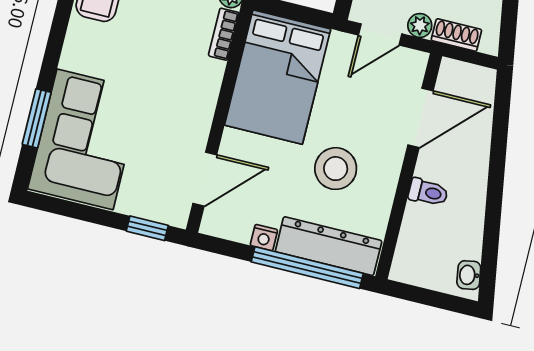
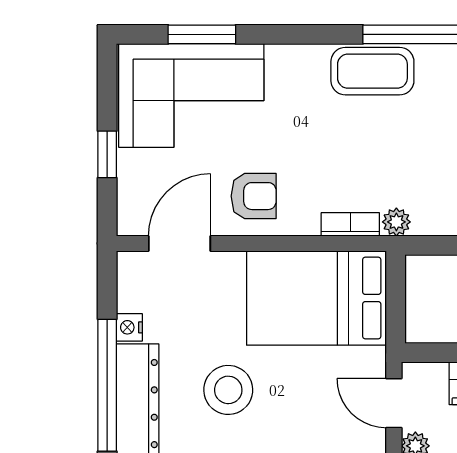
armchair: (181, 108) -> (254, 196), added
door: (205, 179) -> (180, 243), swing flipped
window: (147, 228) -> (107, 154), moved

